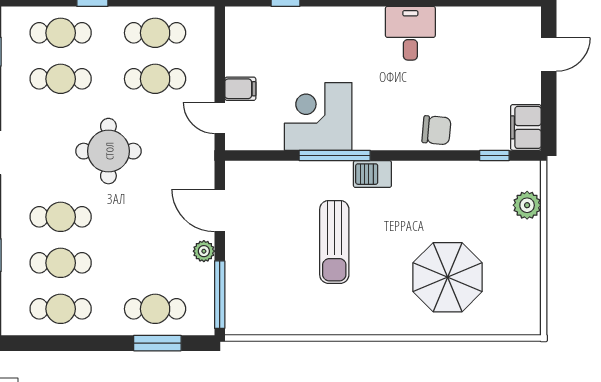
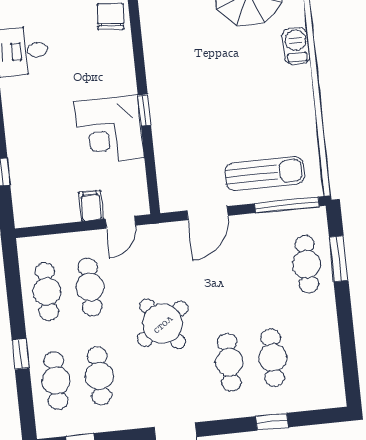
round table: (108, 151) -> (163, 324), turned -35
window: (335, 155) -> (144, 110), width x0.46
barbecue: (372, 174) -> (296, 46), moved, turned 180
sun lounger: (334, 242) -> (265, 174), moved
plant: (204, 251) -> (247, 224), removed
cafe table: (61, 309) -> (316, 353), removed

